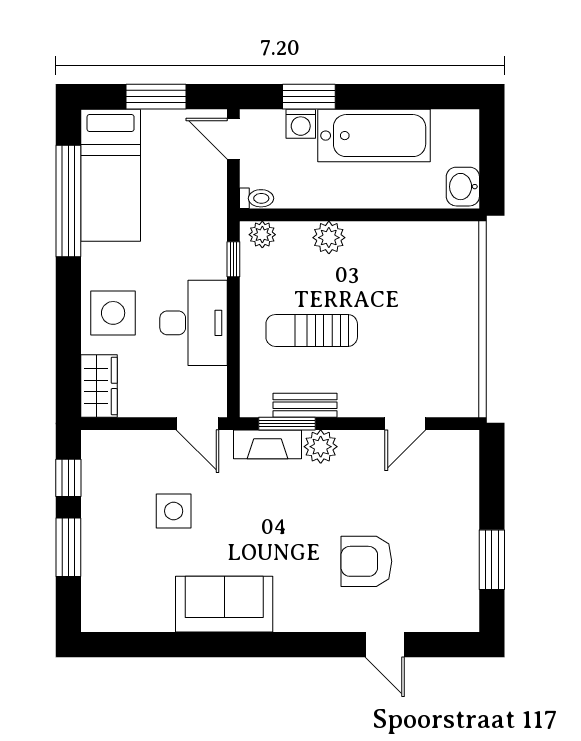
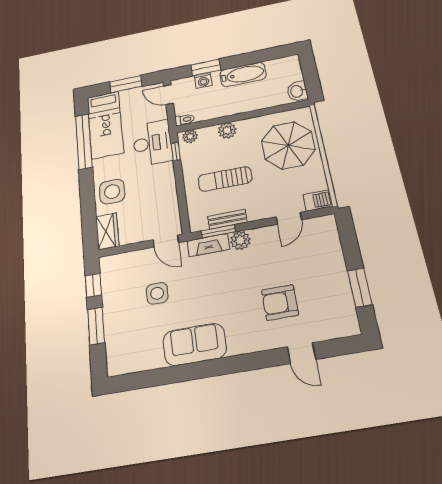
bathtub: (374, 136) -> (243, 74), width x0.73, depth x0.73
parasol: (428, 290) -> (288, 145), added
desk: (194, 323) -> (152, 143), moved
barbecue: (457, 402) -> (318, 200), added

